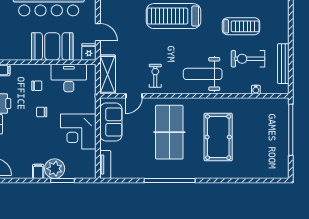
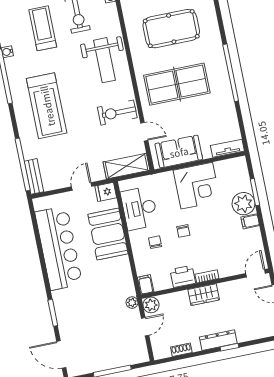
exercise bike: (155, 76) -> (117, 113), width x1.38, depth x1.39

